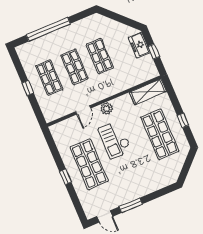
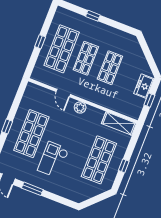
window: (48, 29) -> (93, 16), width x0.32
shop shelf: (49, 78) -> (62, 49), width x1.43, depth x1.36
door: (83, 110) -> (63, 93), hinge flipped
checkout: (115, 140) -> (53, 160), moved

